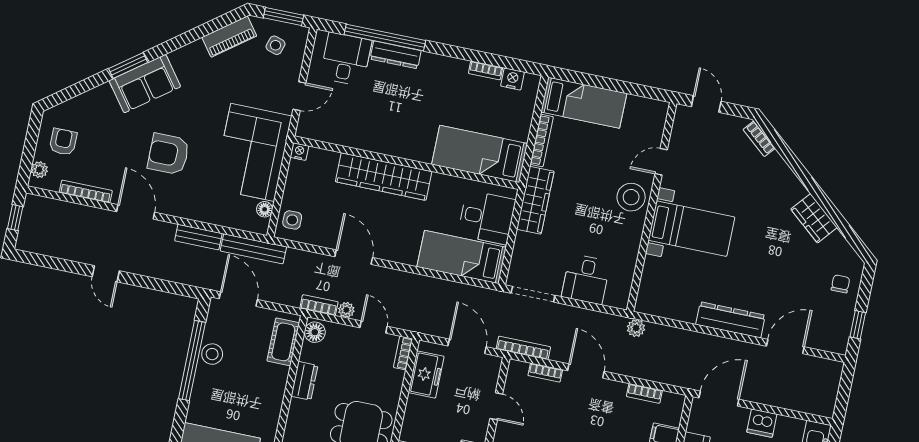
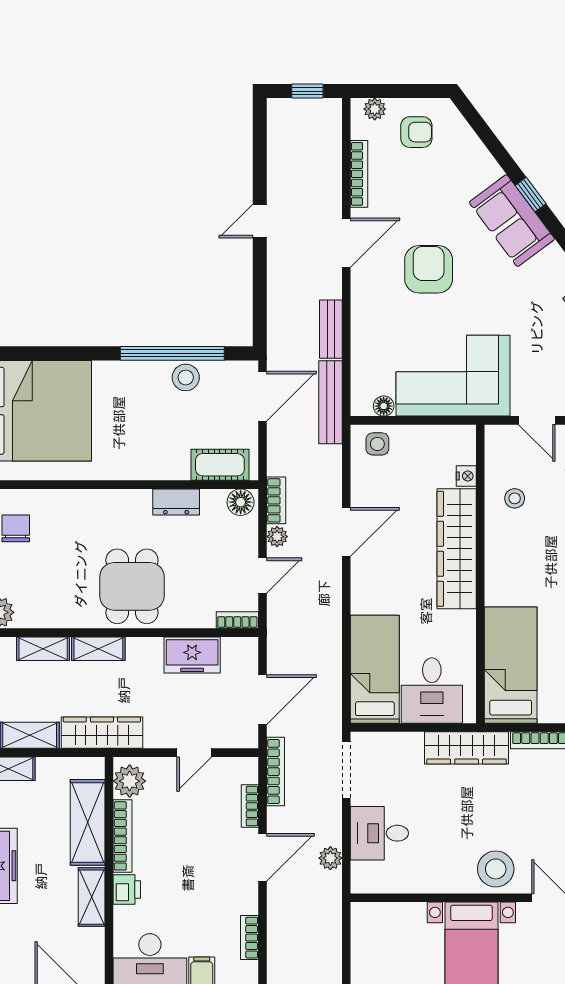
window: (128, 65) -> (531, 195), width x0.67
stool: (355, 125) -> (515, 498), added
nightstand: (299, 152) -> (466, 476), moved
plant: (636, 328) -> (330, 858), moved
freezer: (426, 374) -> (192, 655), moved

